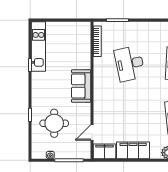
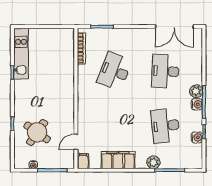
desk: (130, 64) -> (115, 71), turned 33
sofa: (81, 86) -> (65, 94), removed
round table: (54, 123) -> (37, 132), turned 35
filing cabinet: (105, 151) -> (83, 161), width x0.50

